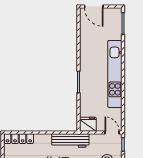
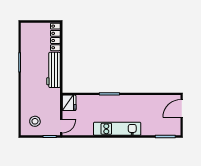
kitchen unit: (115, 74) -> (117, 129), width x0.73
workbench: (70, 140) -> (53, 70), moved

